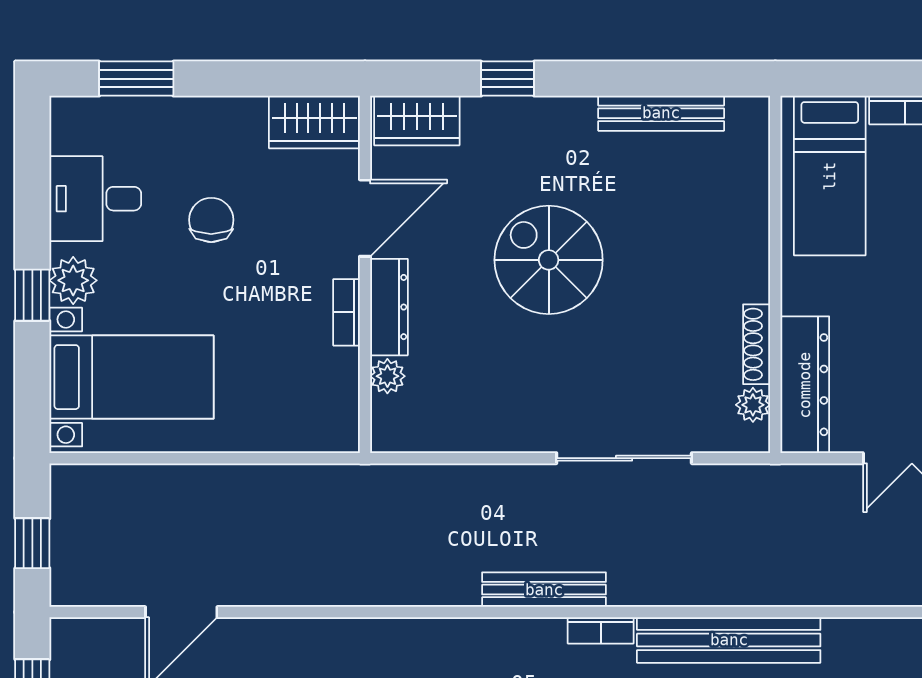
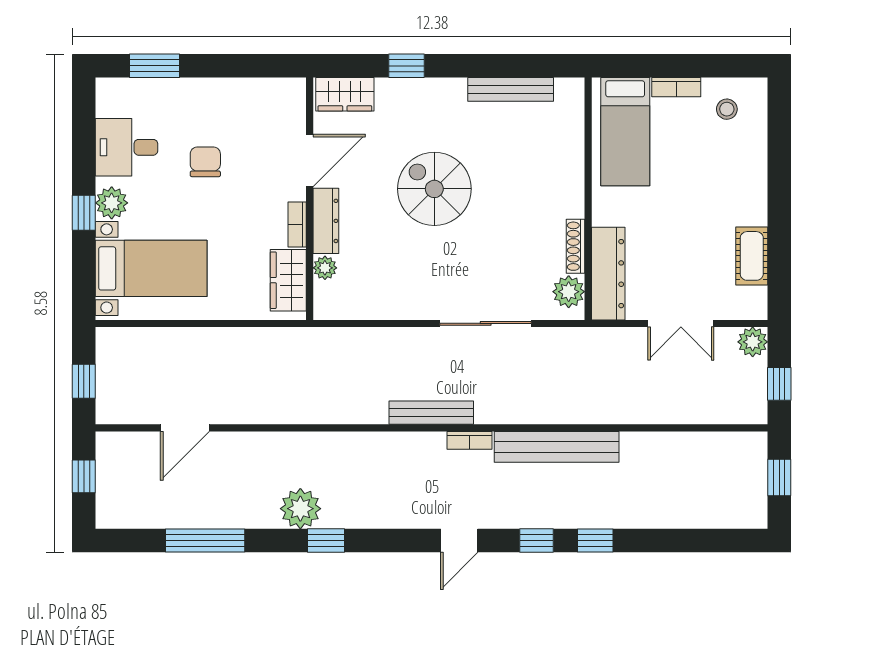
wardrobe: (314, 122) -> (288, 280), moved, turned 90
plant: (753, 405) -> (569, 292), width x1.38, depth x1.38

